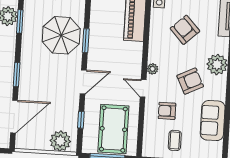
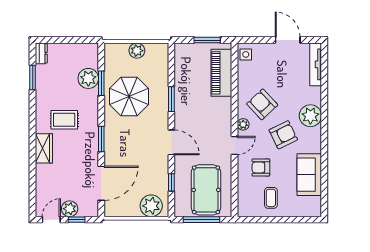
armchair: (185, 30) -> (262, 104), moved
parasol: (61, 35) -> (129, 96), moved
door: (83, 82) -> (171, 142), hinge flipped
door: (143, 88) -> (234, 145), swing flipped

